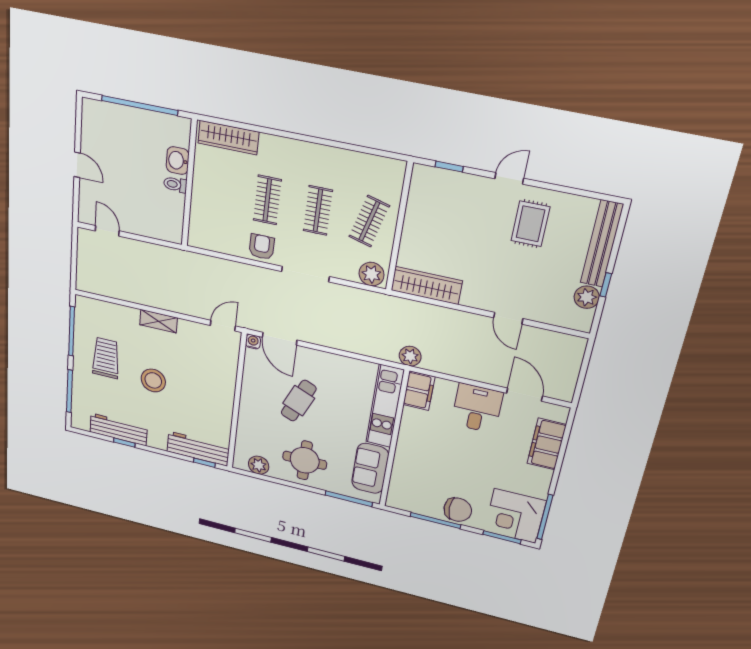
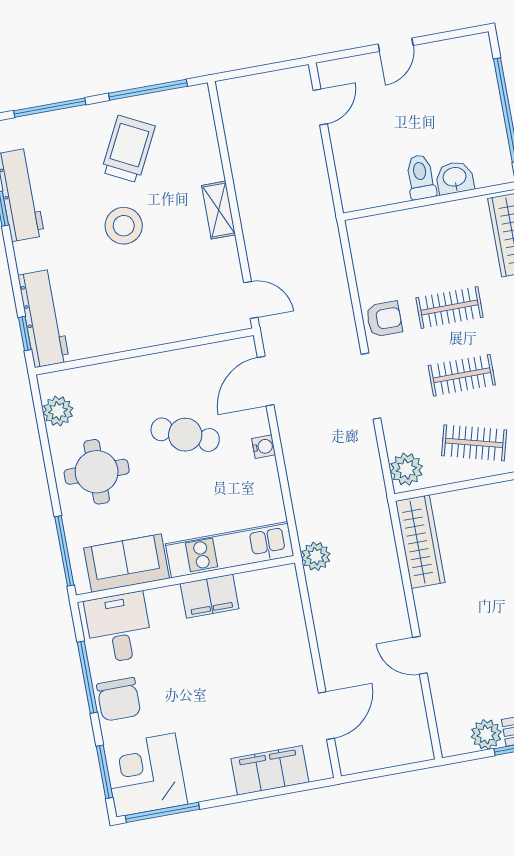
toilet: (175, 185) -> (421, 177), width x1.37, depth x1.39
door: (508, 318) -> (420, 655), hinge flipped
water cooler: (253, 342) -> (264, 447), moved
trolley: (106, 358) -> (128, 149), turned -63
filing cabinet: (419, 391) -> (210, 596), moved
desk: (477, 408) -> (119, 628), moved, turned -90

